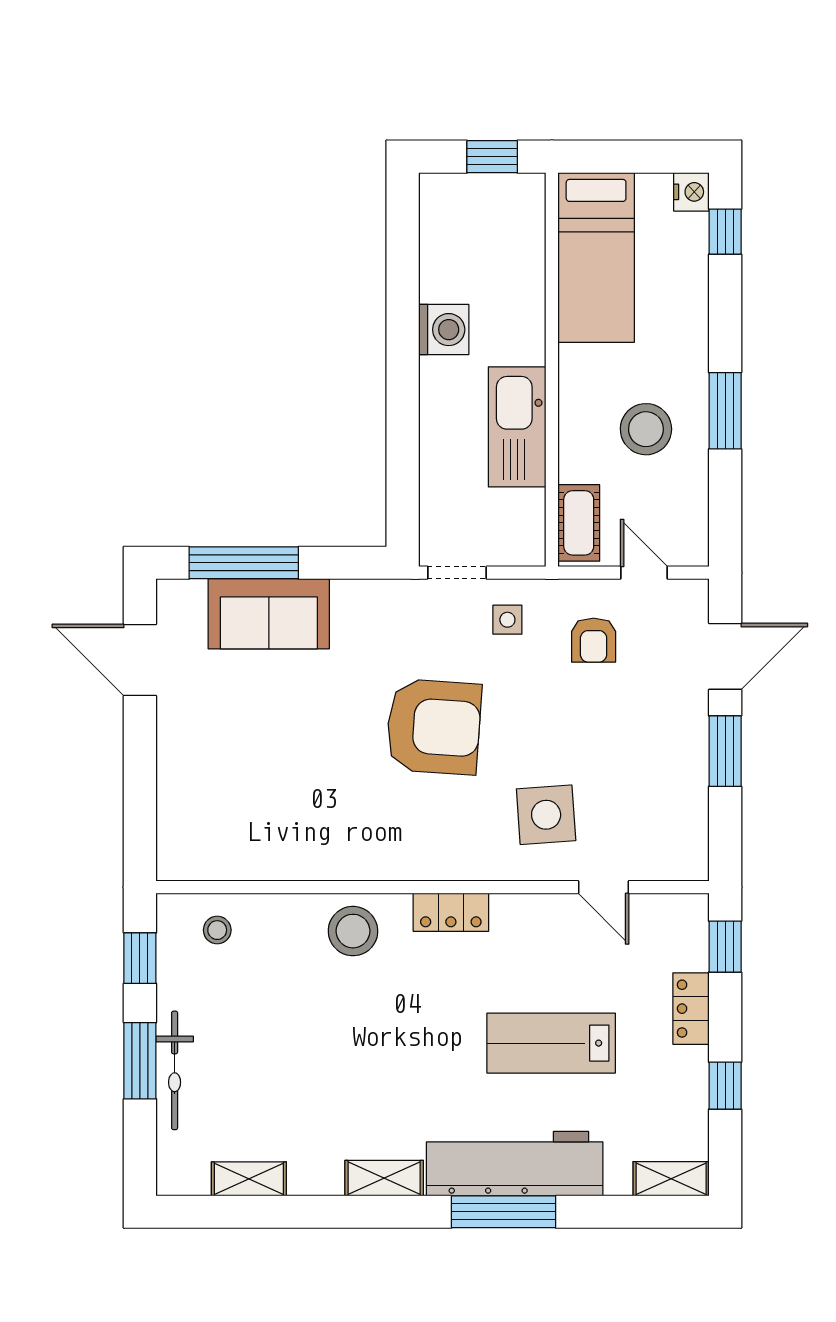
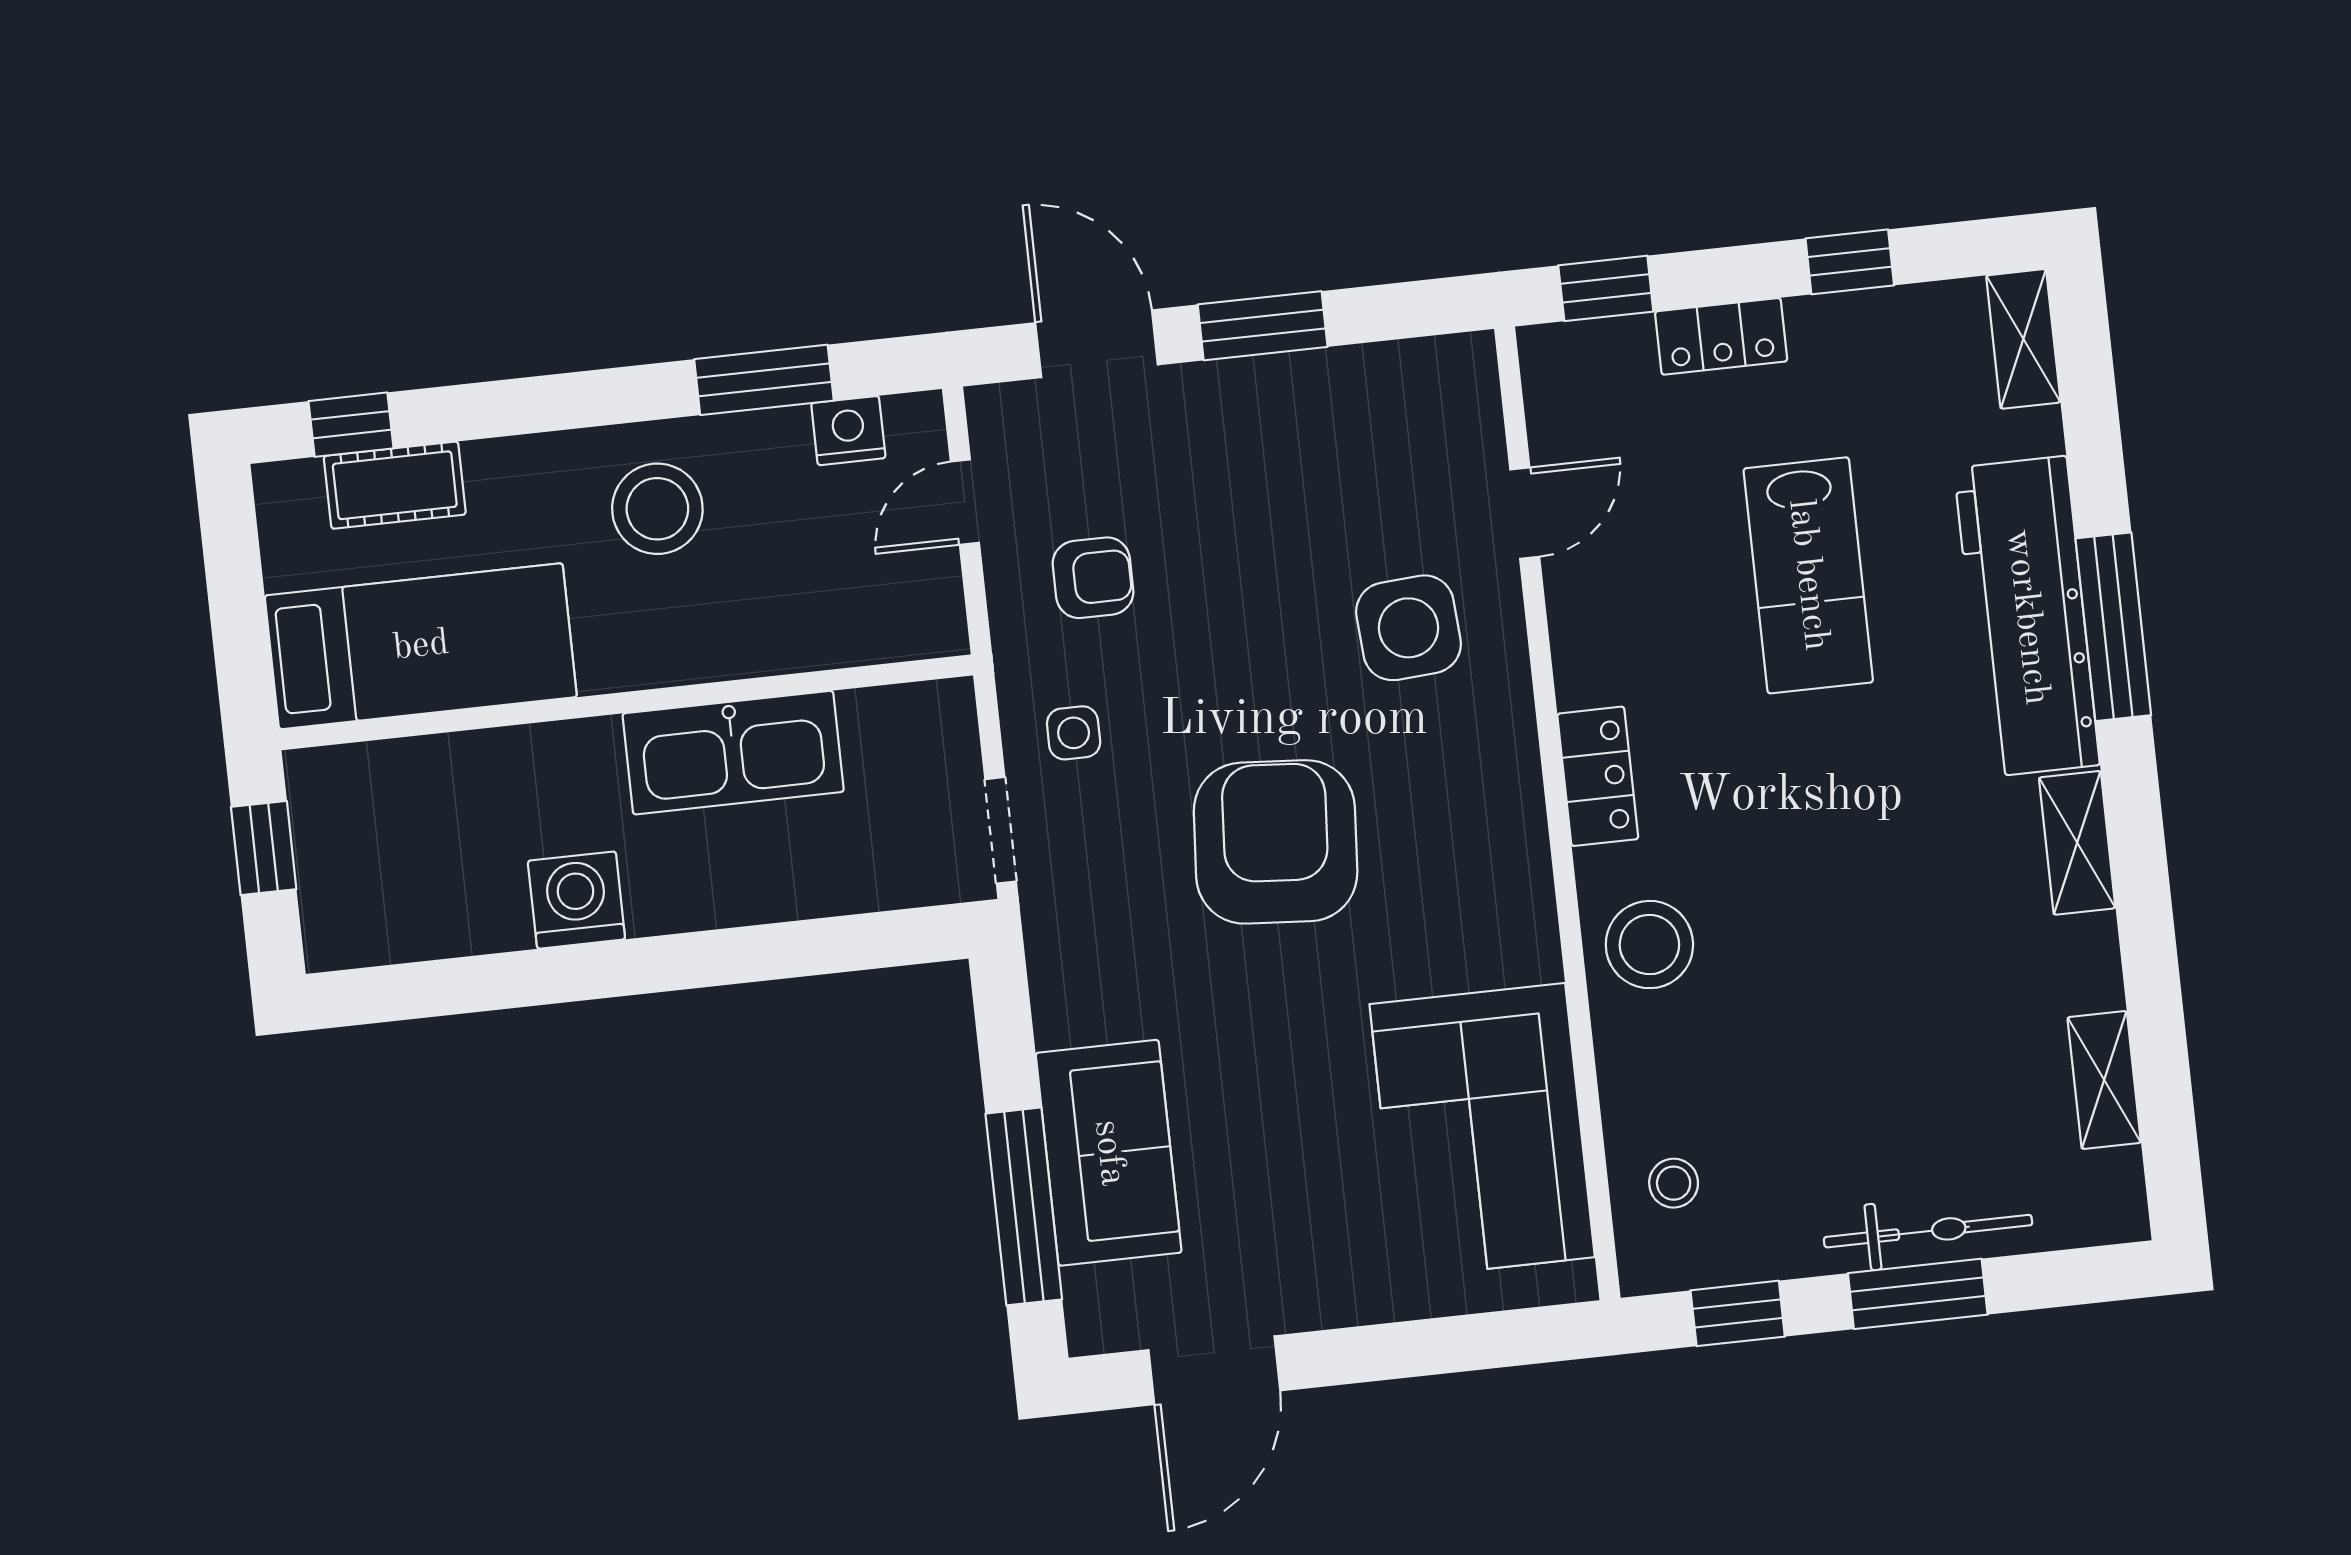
nightstand: (691, 192) -> (848, 431), moved
window: (725, 411) -> (764, 380), moved
stool: (646, 429) -> (657, 509), moved
cot: (579, 523) -> (395, 485), moved
corner sofa: (258, 825) -> (1482, 1131), added

